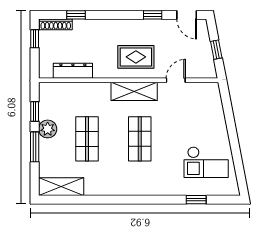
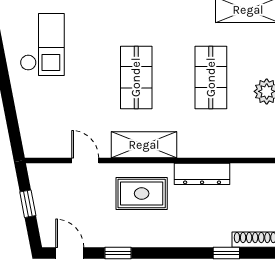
dresser: (73, 71) -> (202, 174), moved
door: (176, 80) -> (85, 160), swing flipped
checkout: (206, 162) -> (42, 44), turned 90

